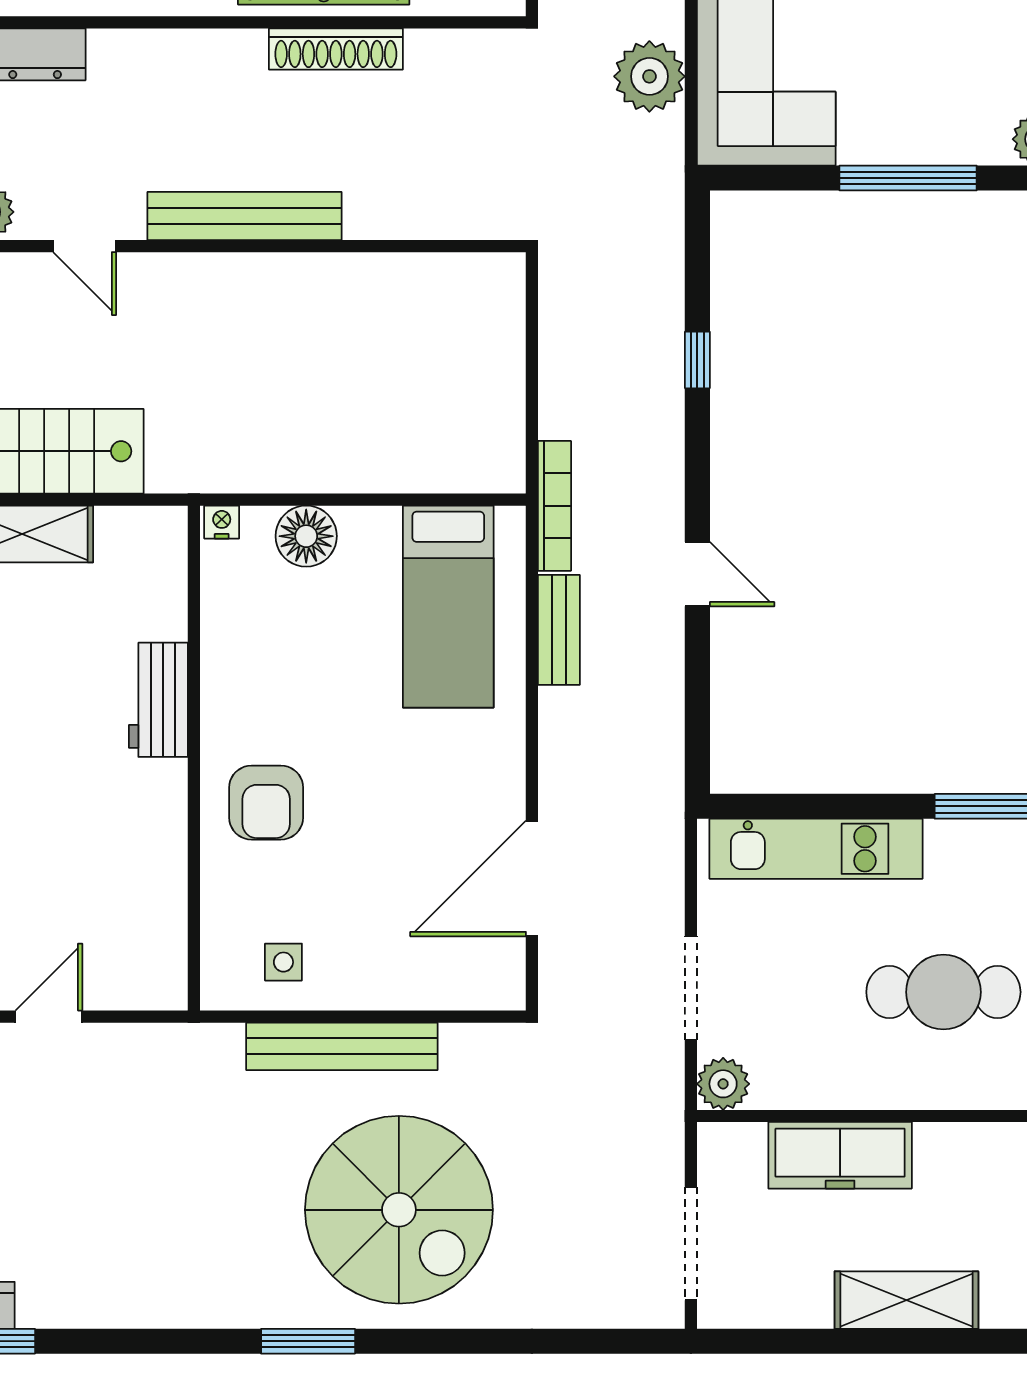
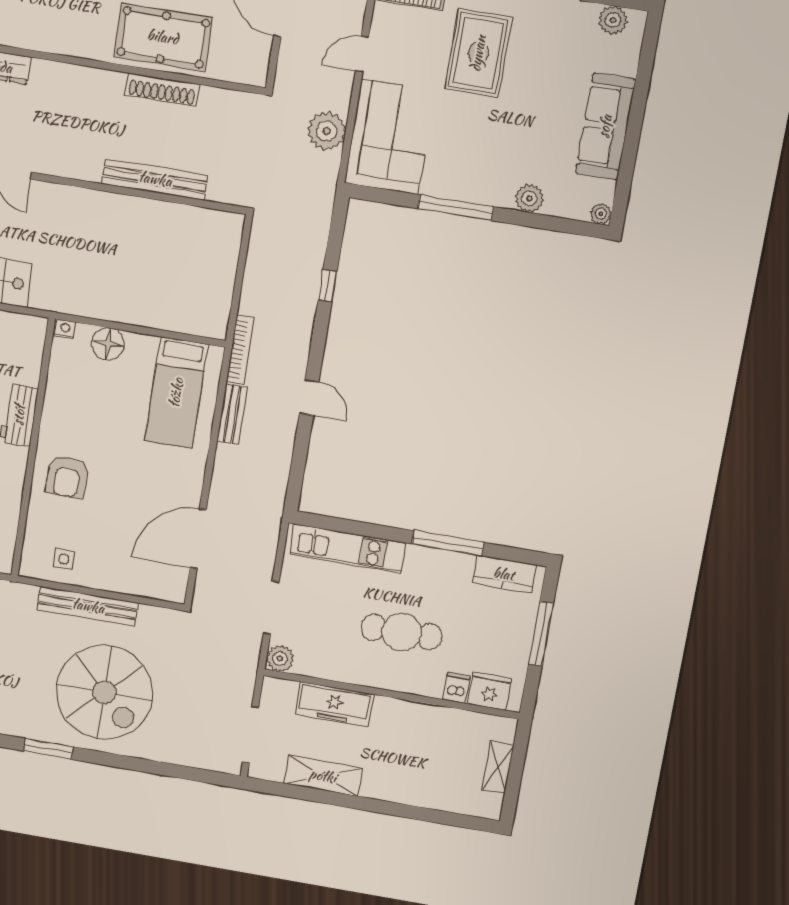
bench: (244, 216) -> (155, 179), moved
shelving: (906, 1300) -> (323, 776), moved

